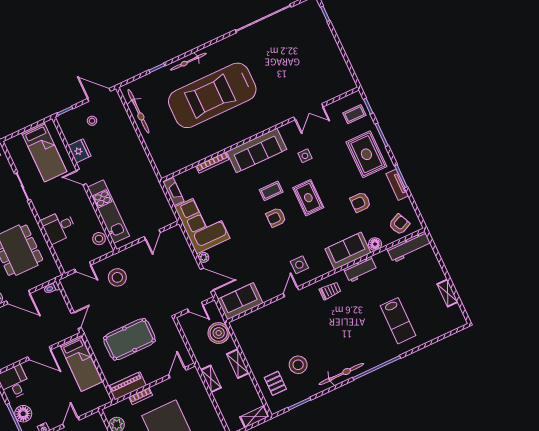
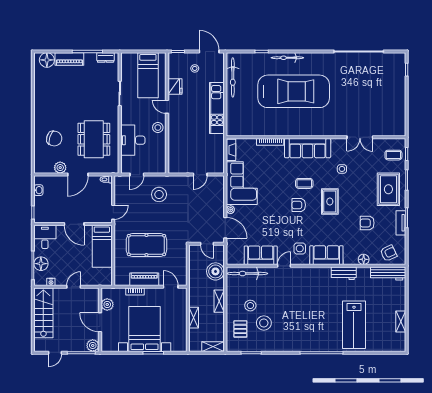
car: (212, 95) -> (294, 91), turned 180
kitchen unit: (108, 212) -> (217, 108), moved, turned 180
desk: (59, 227) -> (133, 140), width x1.37
stool: (99, 239) -> (158, 128), moved
sofa: (348, 251) -> (326, 255), moved
door: (83, 267) -> (137, 175), hinge flipped
trolley: (330, 291) -> (314, 279), removed
door: (18, 297) -> (78, 175), hinge flipped
sofa: (240, 301) -> (261, 255), moved
lab bench: (398, 321) -> (354, 325), width x1.36, depth x1.39
stool: (274, 353) -> (250, 306), added
door: (177, 373) -> (171, 287), hinge flipped
bicycle: (341, 374) -> (247, 274), moved, turned 180
shelving: (211, 379) -> (194, 318), moved
piano: (127, 386) -> (144, 279), moved

